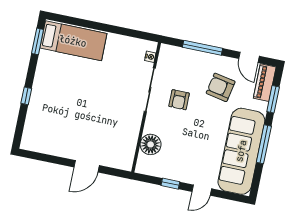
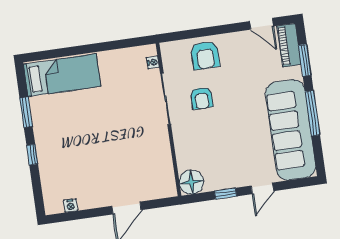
window: (38, 41) -> (26, 112), moved
window: (203, 48) -> (207, 32), removed
armchair: (221, 87) -> (205, 55), moved, turned -101
floor lamp: (151, 144) -> (191, 182), moved
nightstand: (42, 148) -> (71, 206), added

